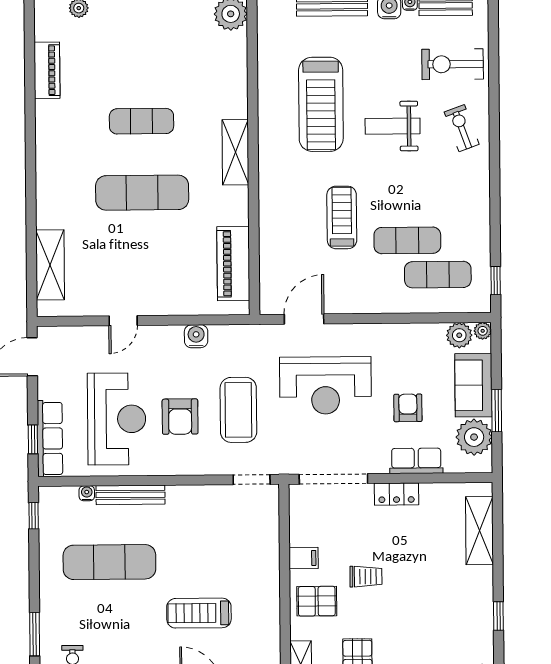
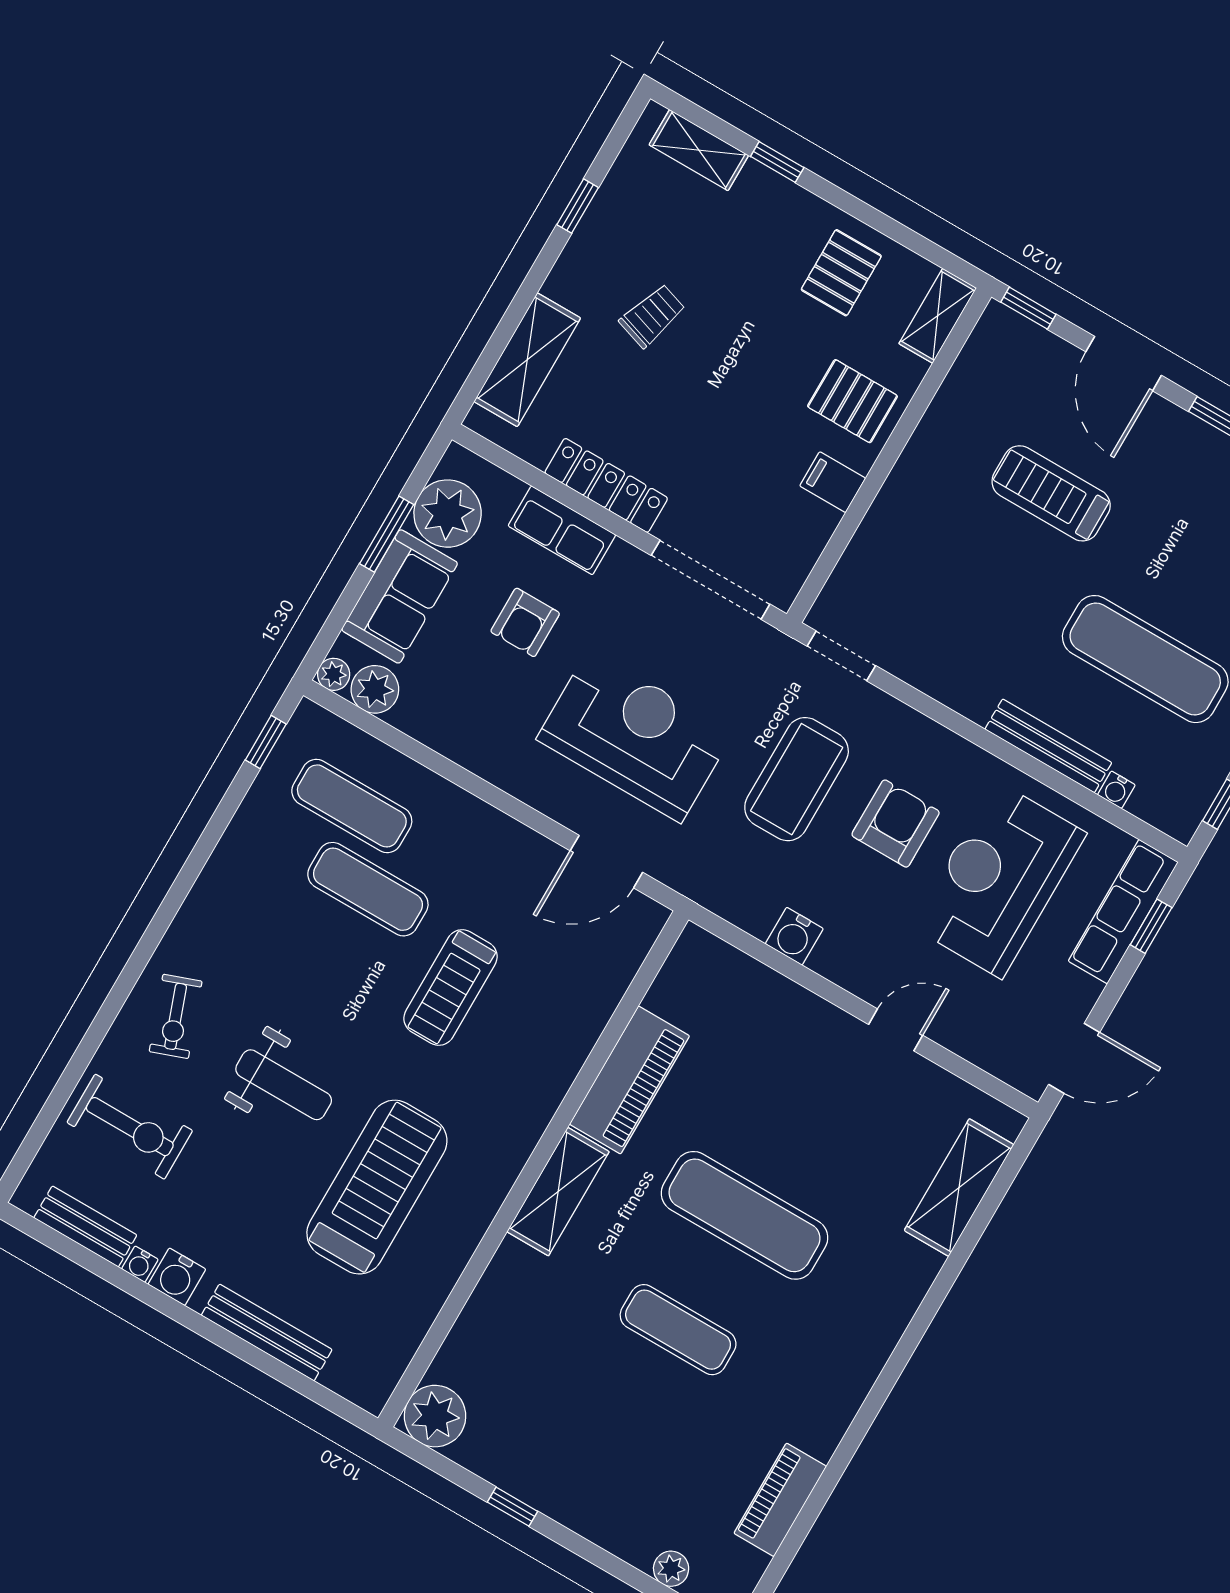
piano: (233, 264) -> (630, 1080), moved
locker: (396, 494) -> (606, 485), width x1.53
trolley: (366, 577) -> (652, 316), moved, turned 108
treadmill: (199, 613) -> (1051, 493), turned 180

